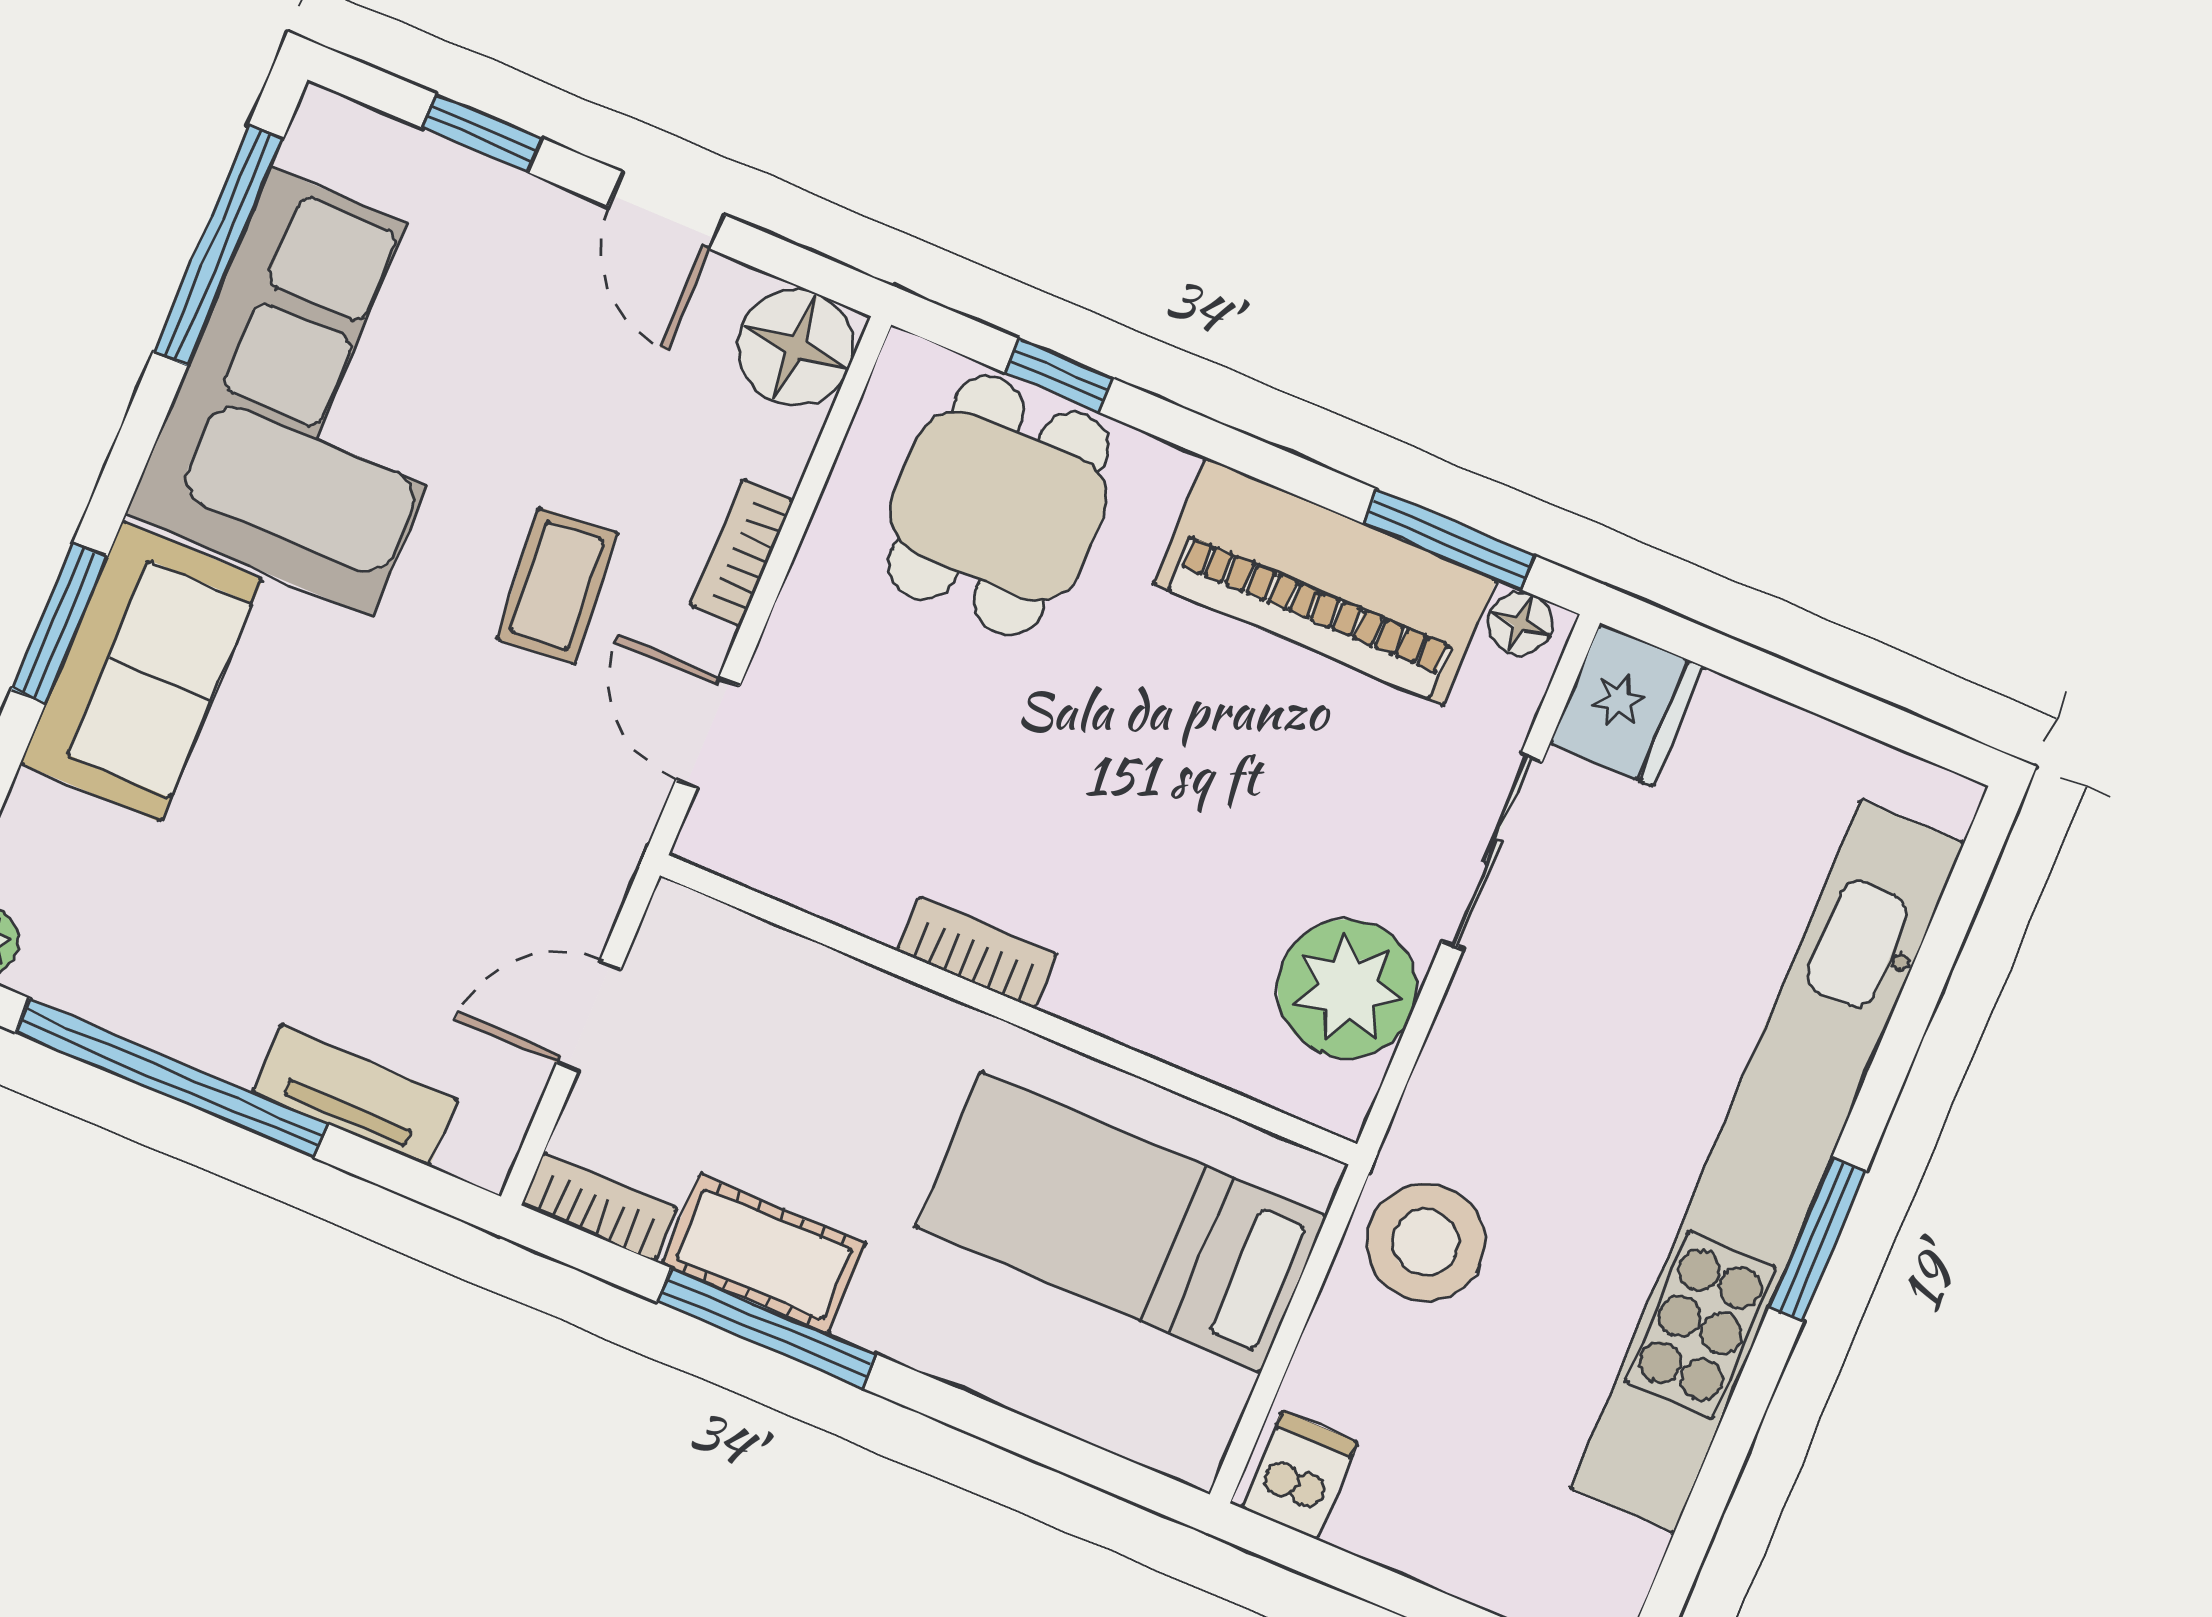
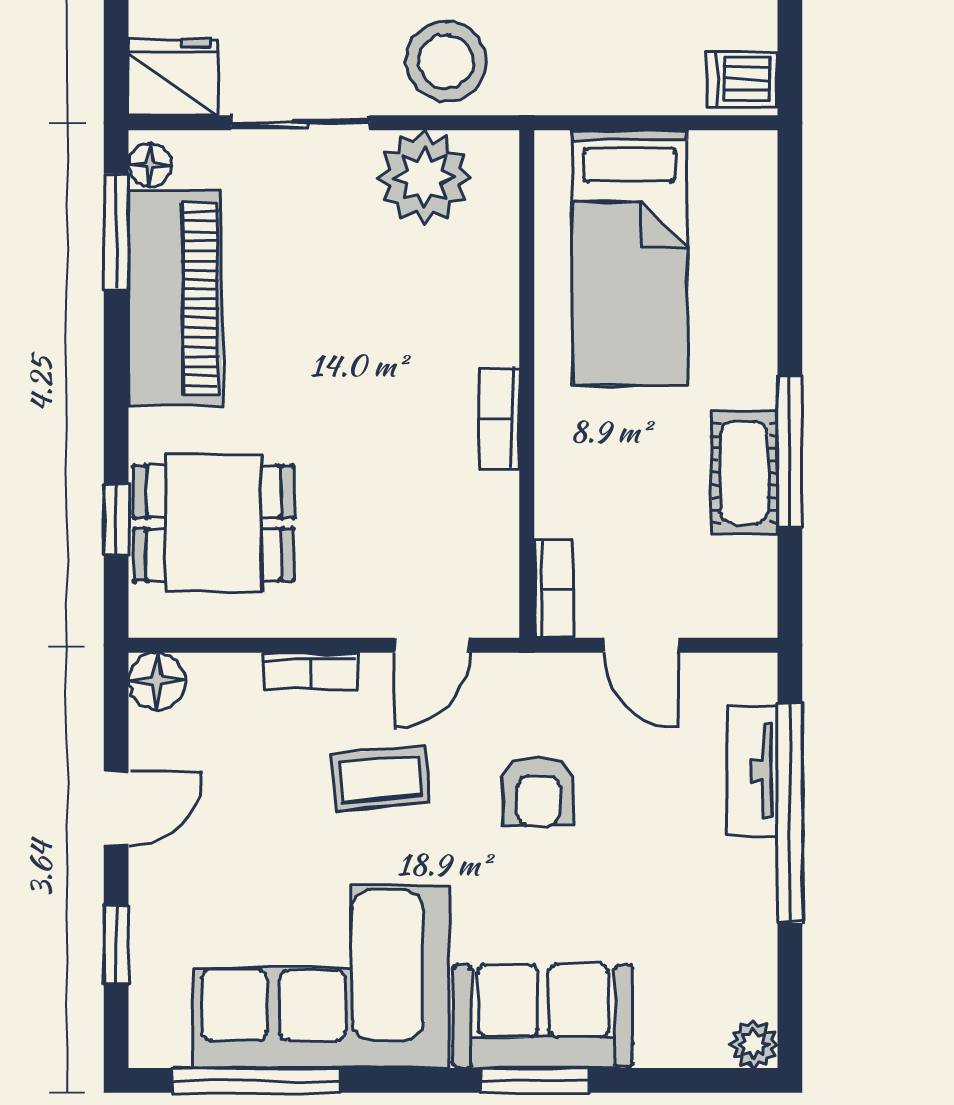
floor lamp: (795, 347) -> (157, 681), width x0.73, depth x0.73
armchair: (450, 794) -> (538, 791), added
window: (171, 1078) -> (790, 813), moved
bookcase: (599, 1207) -> (554, 589), moved, turned 180
stool: (1425, 1242) -> (446, 61), moved

